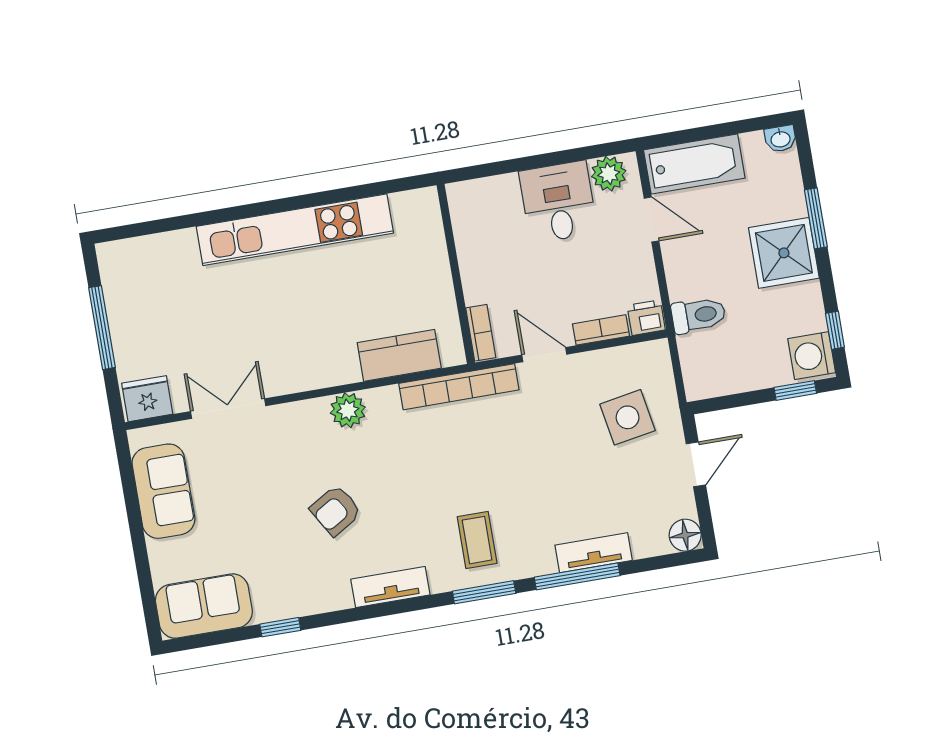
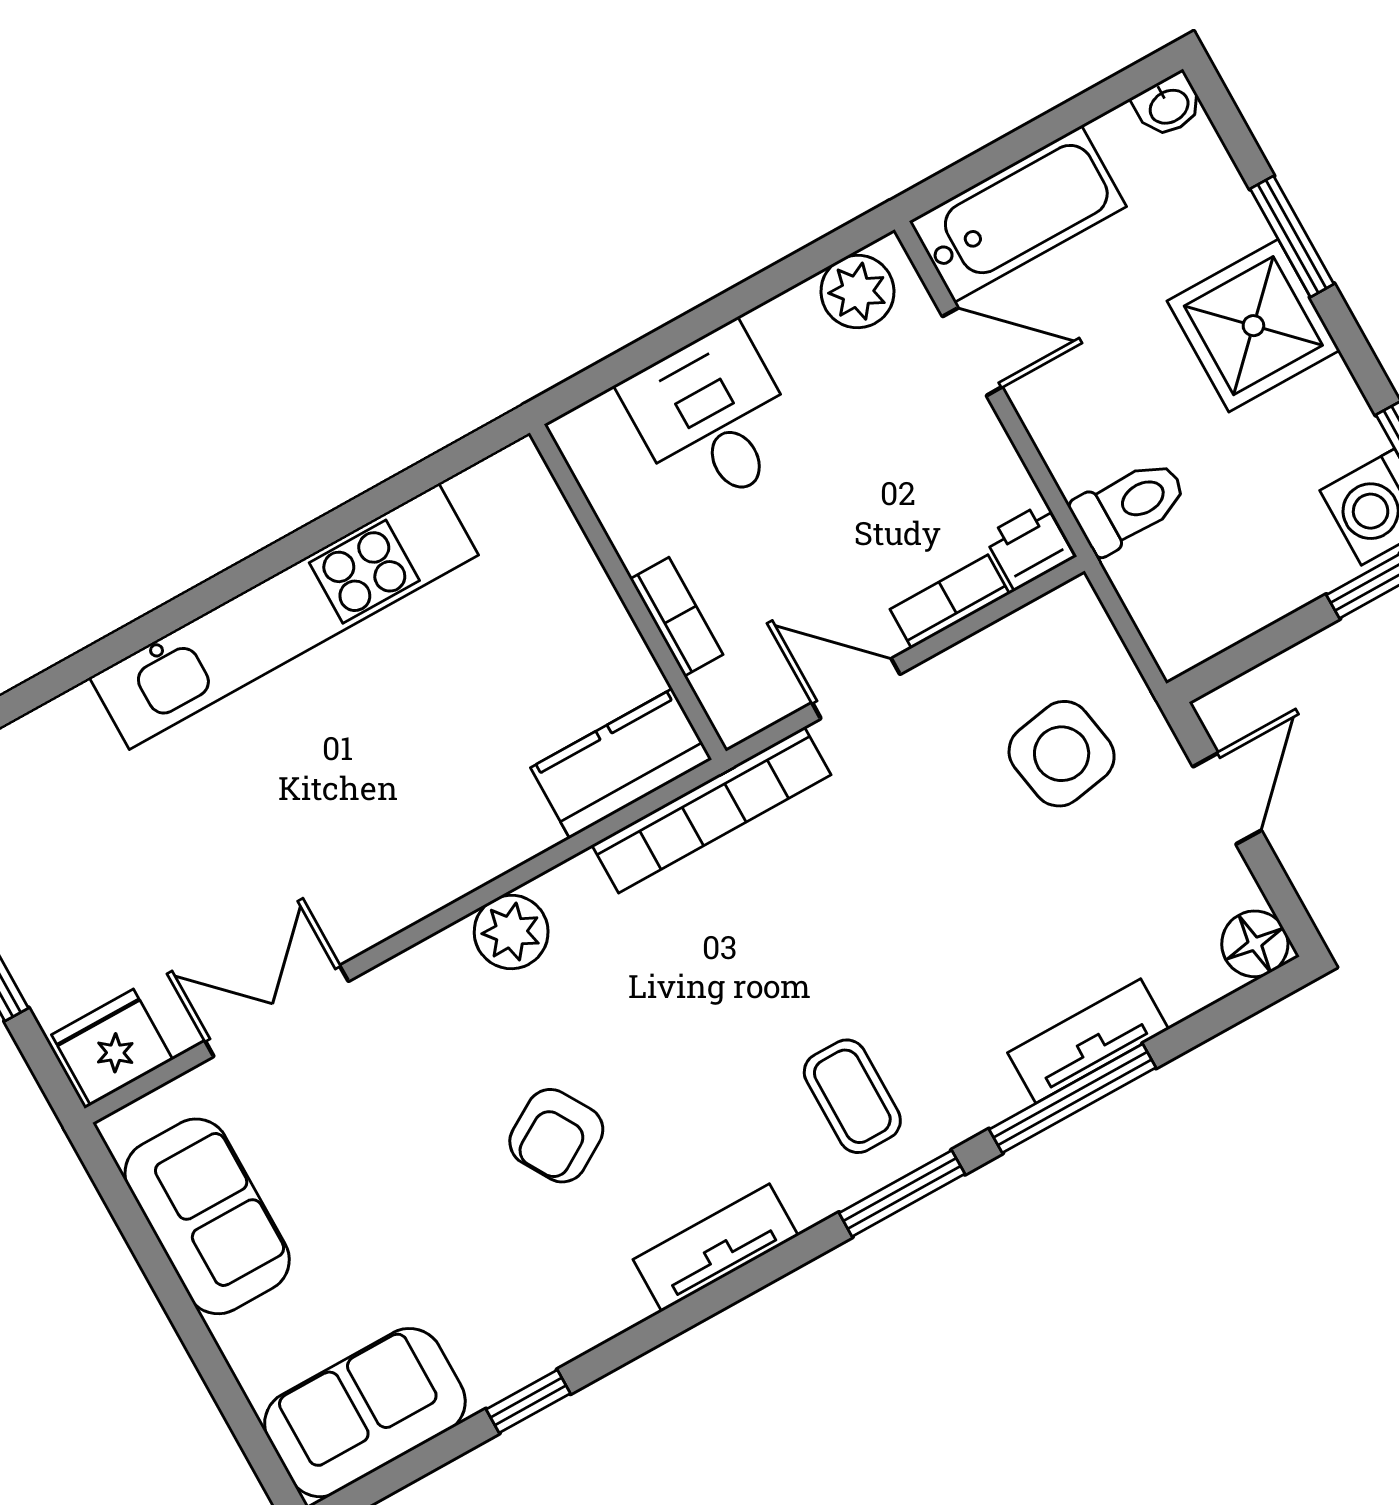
desk: (558, 202) -> (713, 418), moved
bookcase: (481, 333) -> (677, 617), moved
kitchen counter: (399, 355) -> (621, 764), moved

